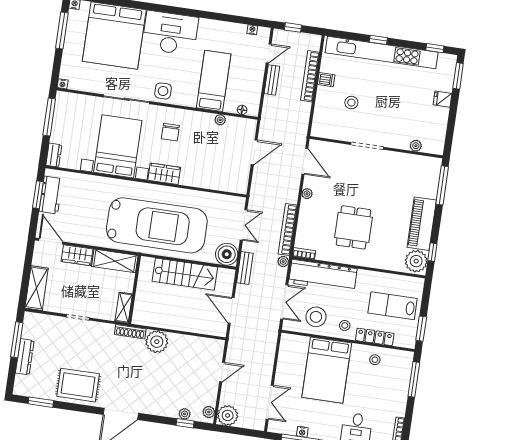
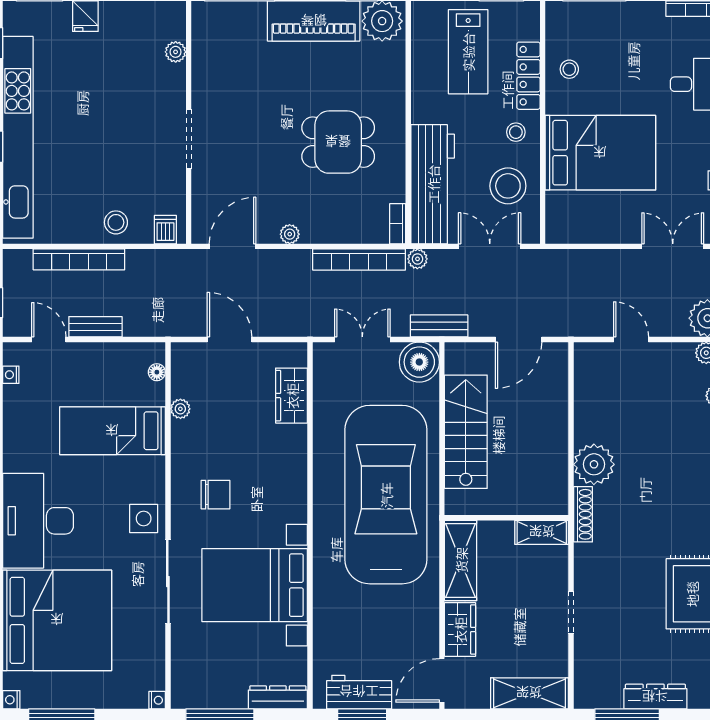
dishwasher: (326, 80) -> (165, 230), moved
stool: (351, 103) -> (116, 222), moved
dresser: (54, 155) -> (278, 697), width x1.44
wardrobe: (164, 174) -> (292, 396), moved

